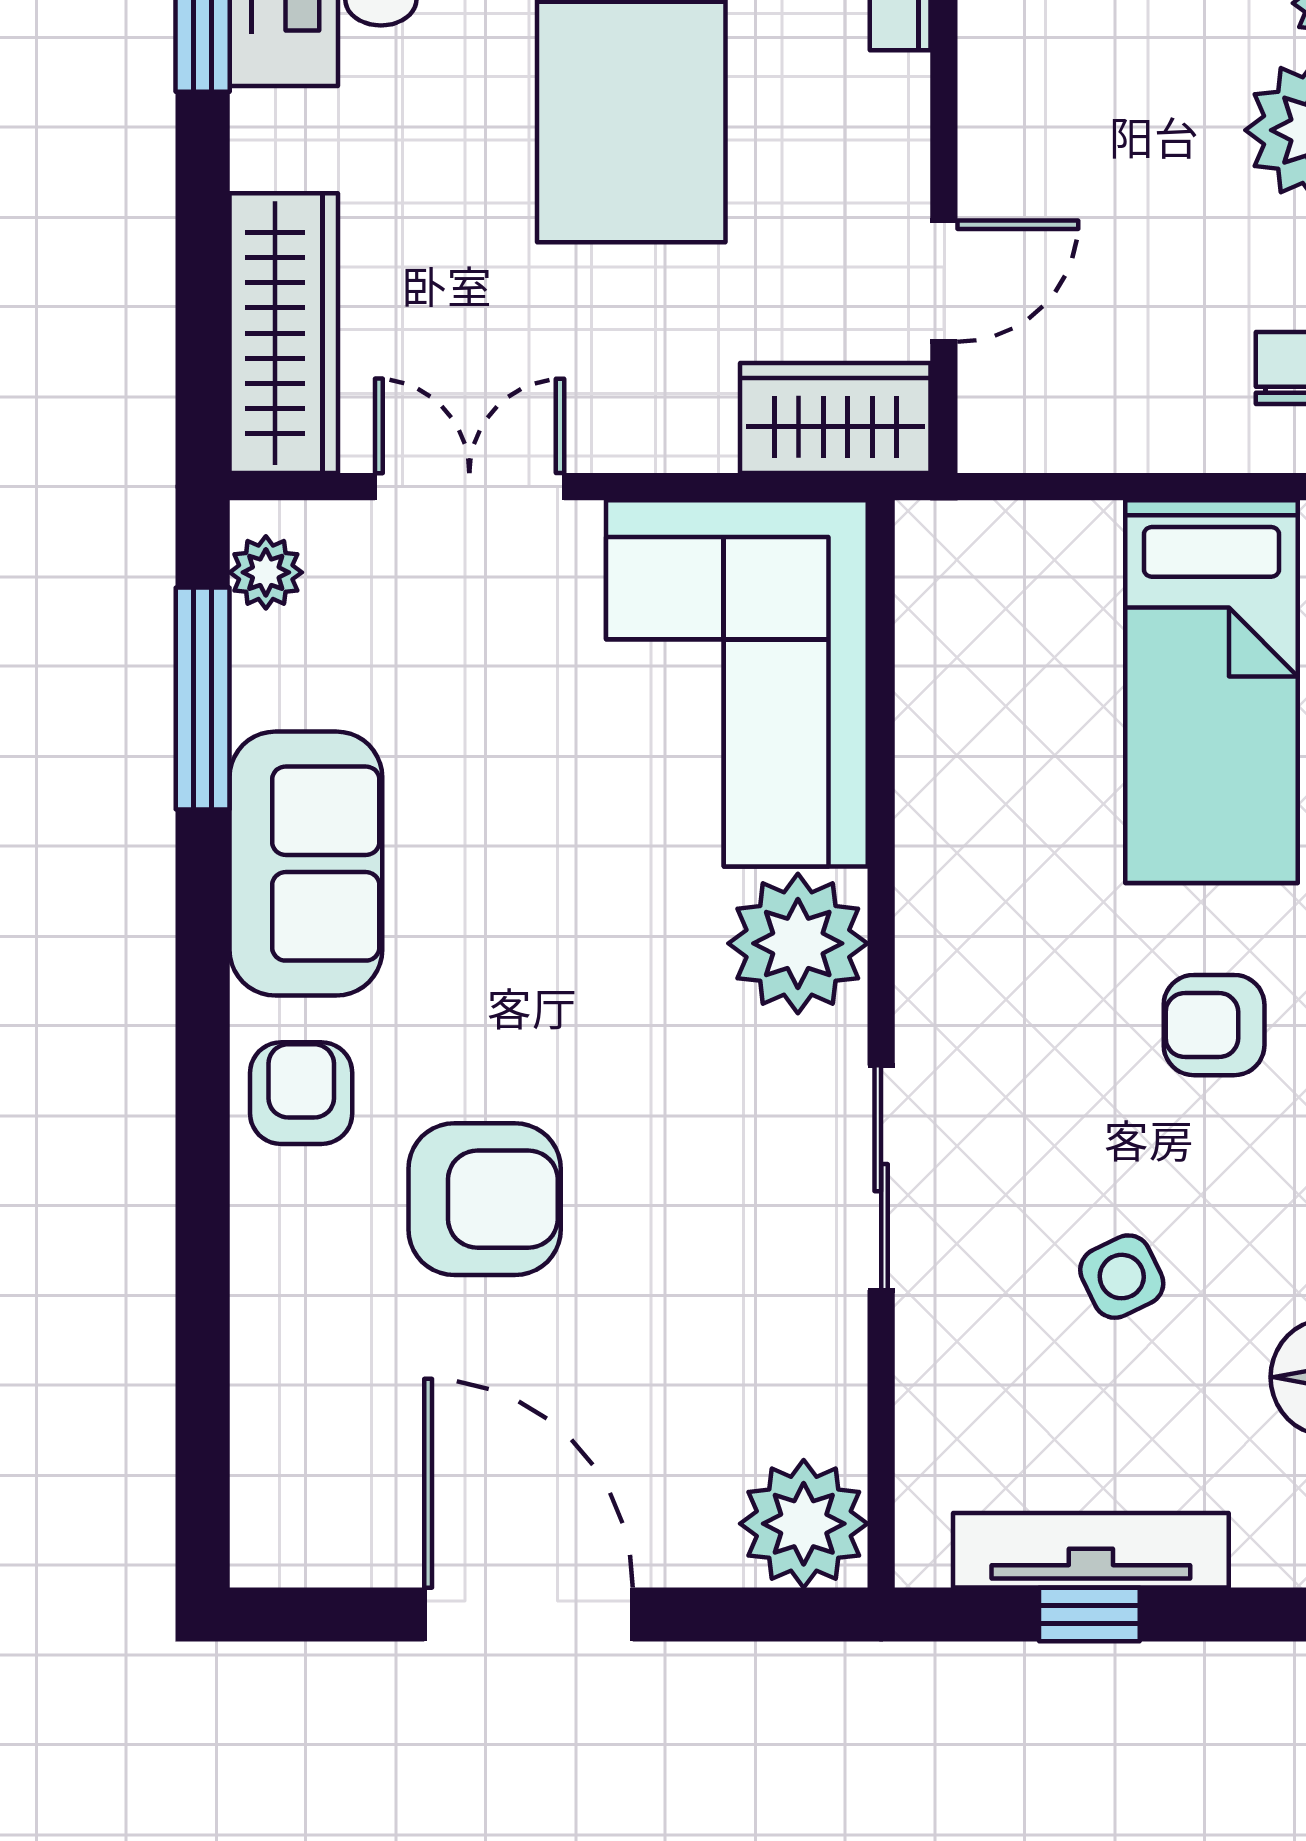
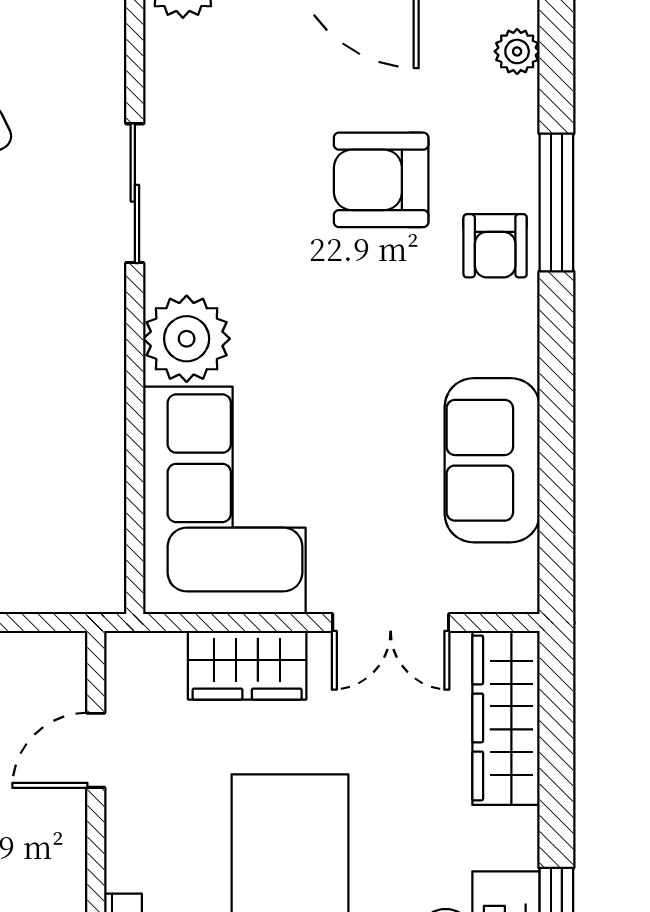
wardrobe: (835, 418) -> (247, 665), moved
plant: (266, 572) -> (517, 51), moved
window: (203, 698) -> (556, 202), moved
sofa: (306, 864) -> (492, 460), moved

